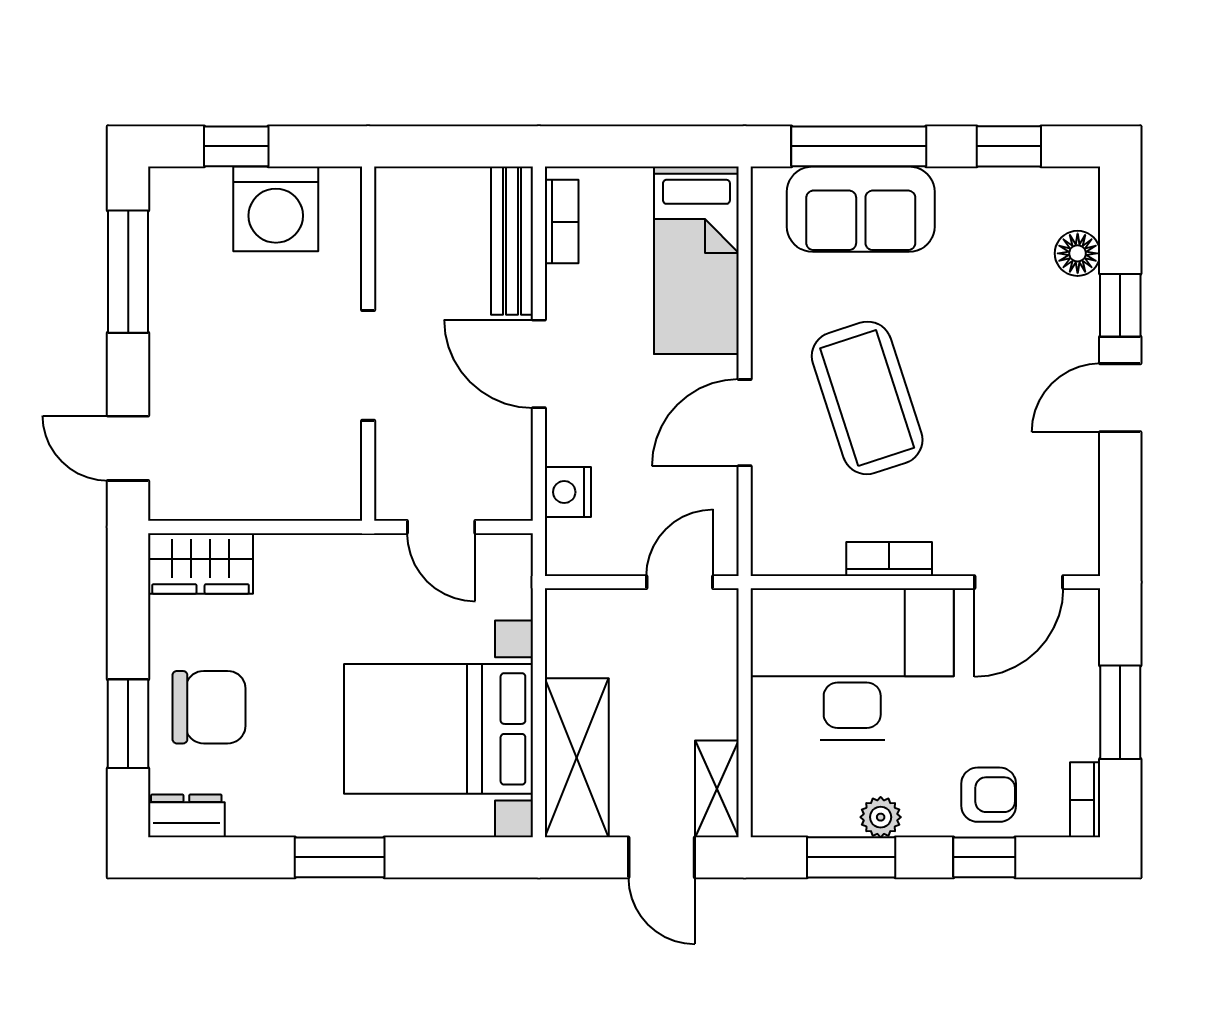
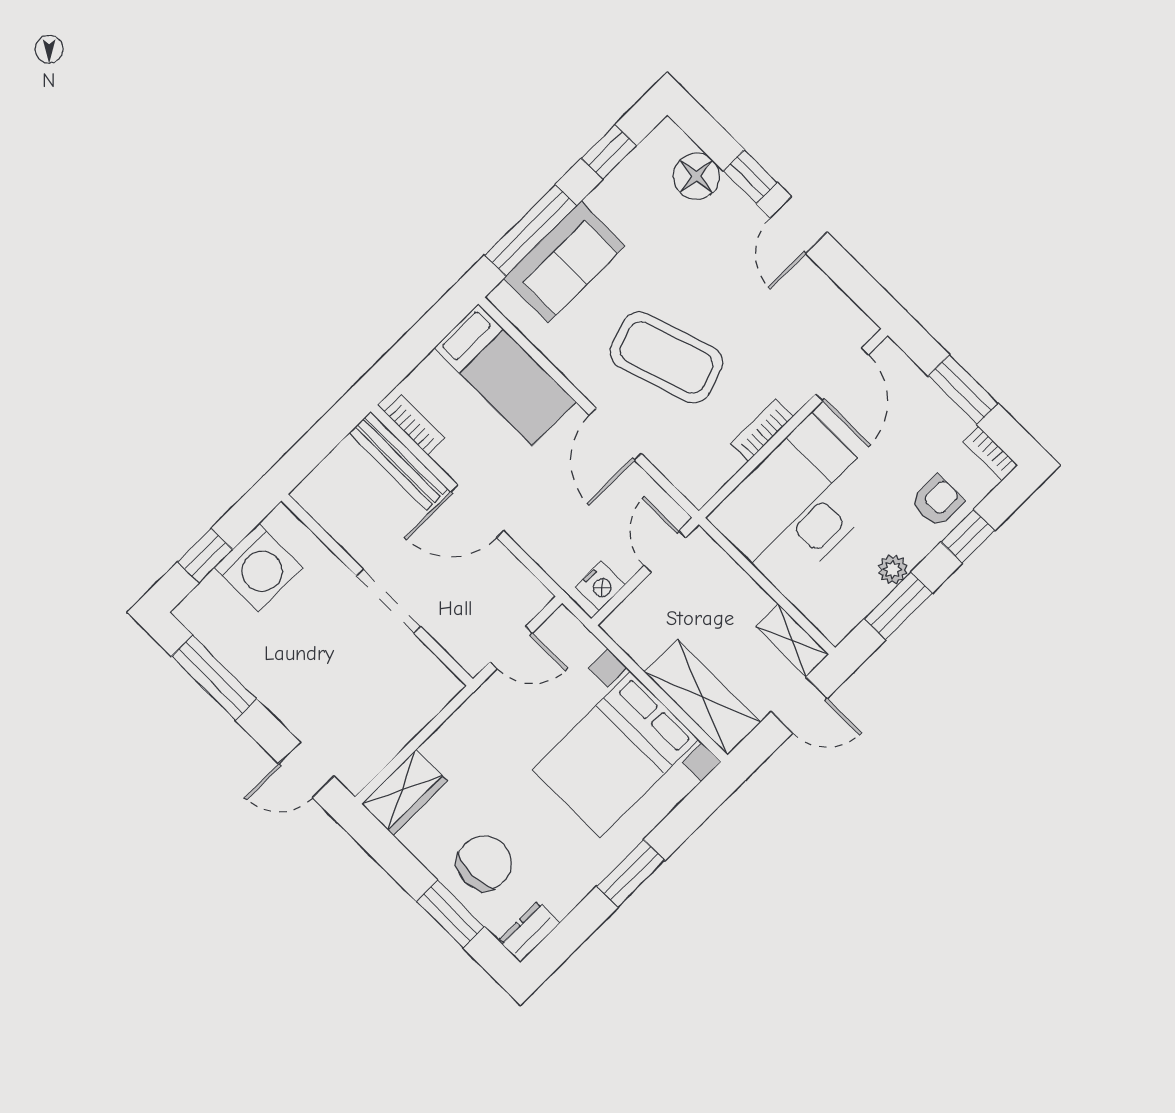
floor lamp: (1078, 253) -> (696, 176), width x1.38, depth x1.38
nightstand: (568, 492) -> (600, 586), moved, turned -90

